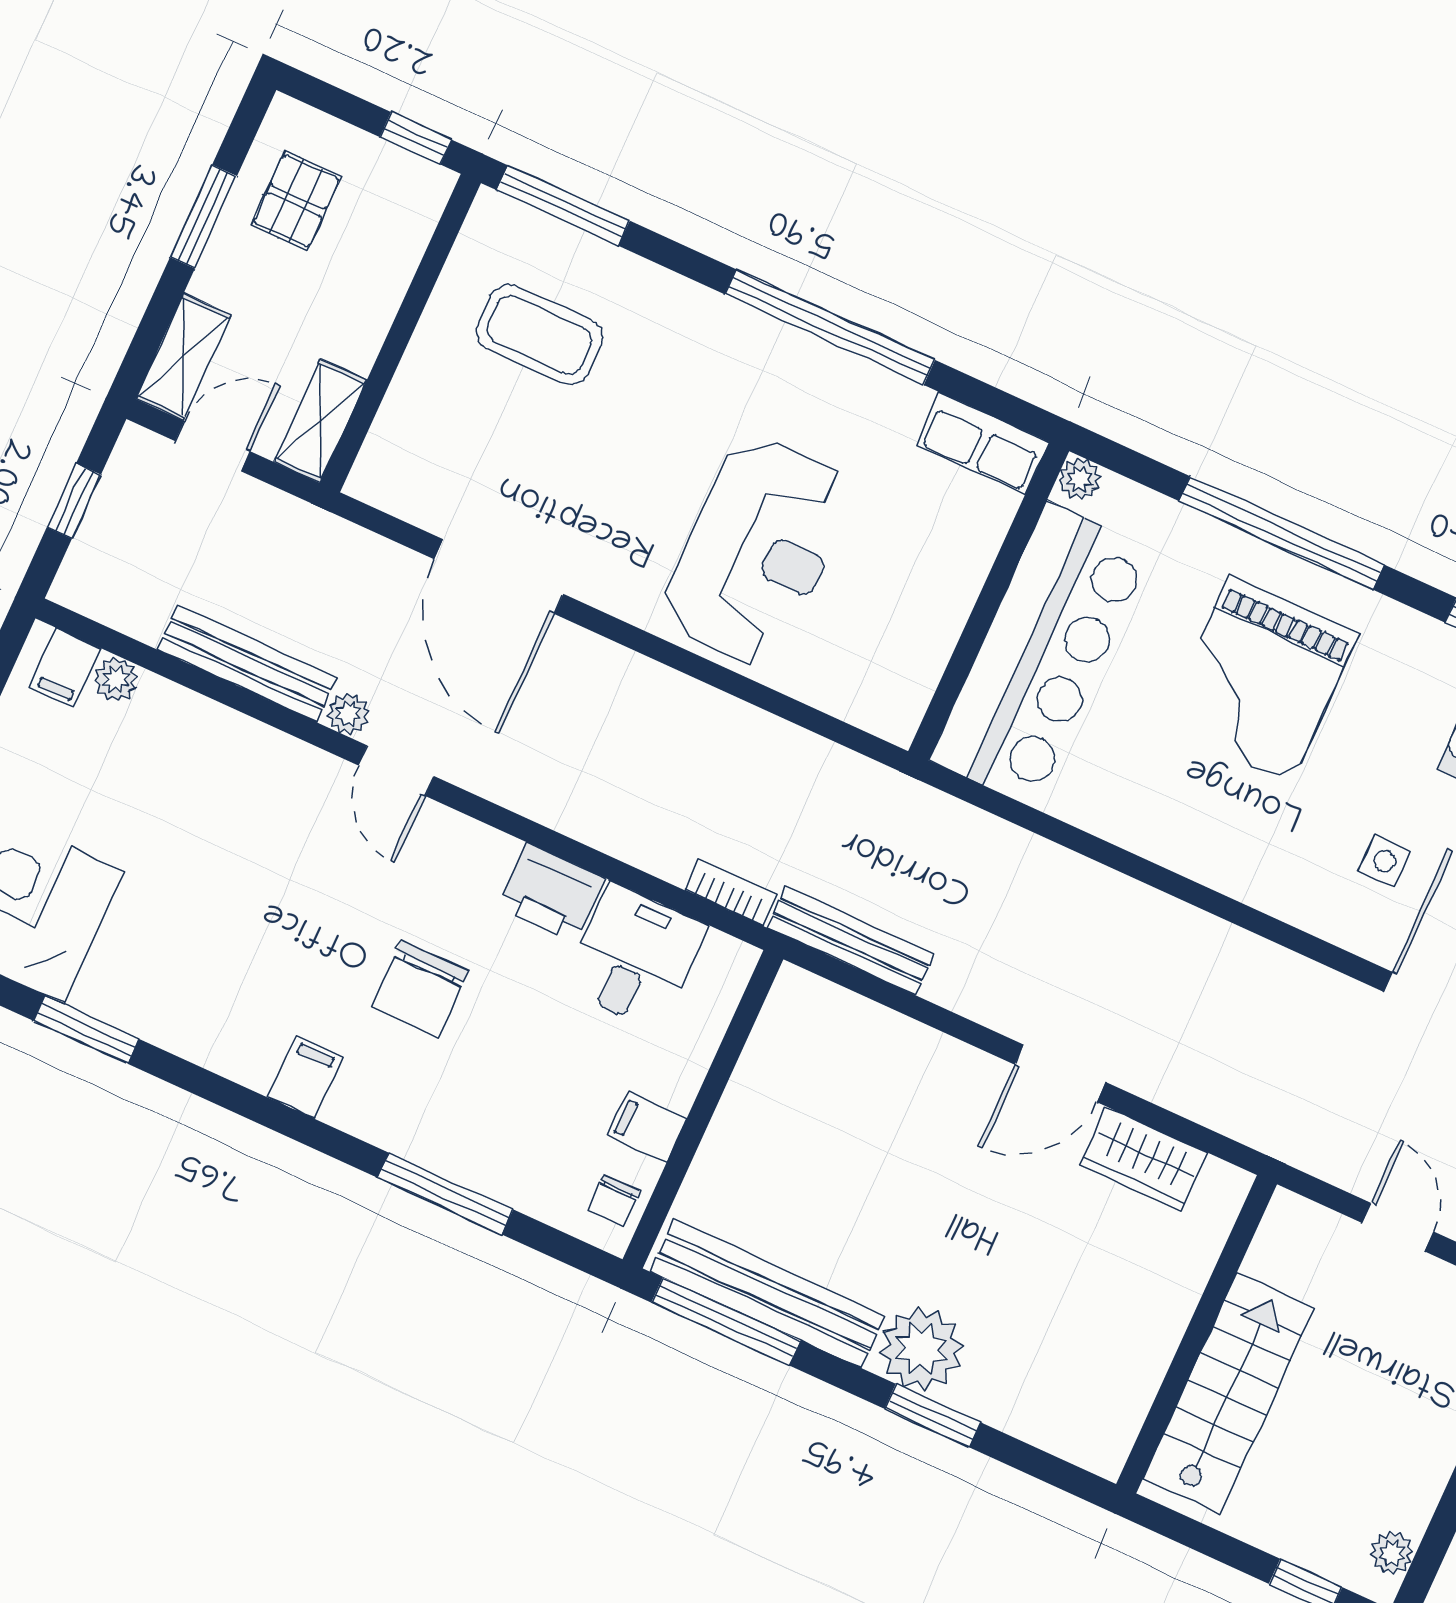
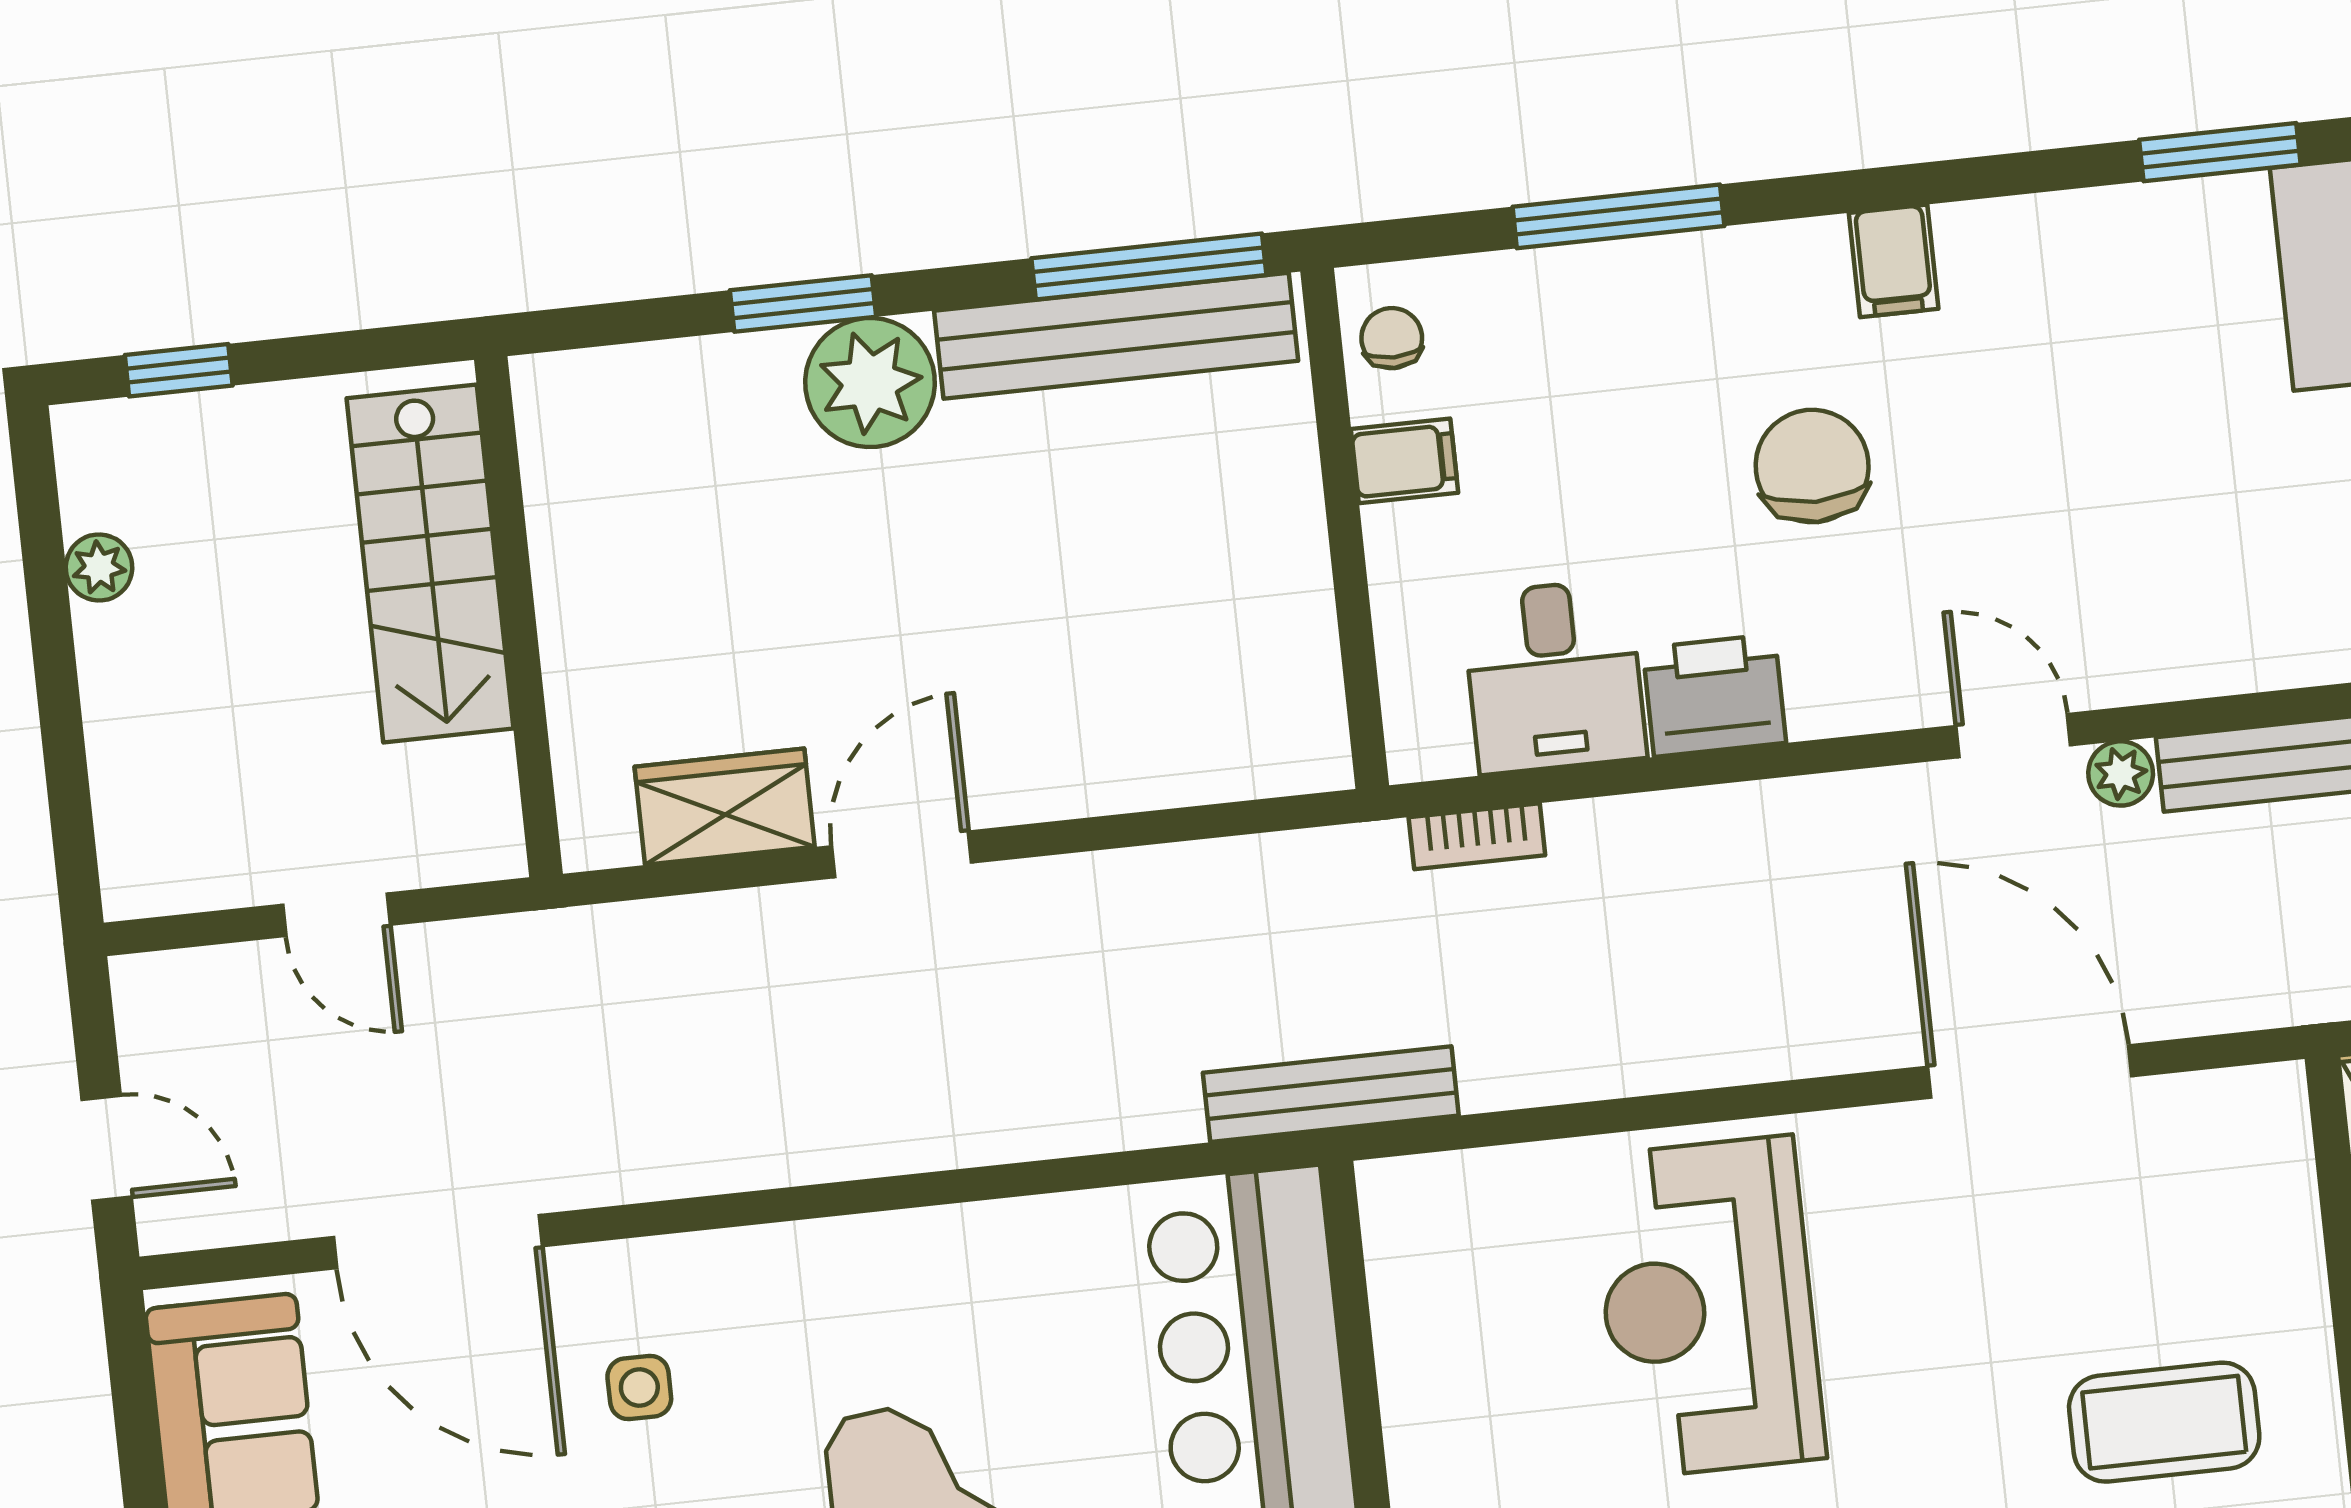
bench: (851, 941) -> (1331, 1094), moved
plant: (1392, 1553) -> (99, 567), moved

